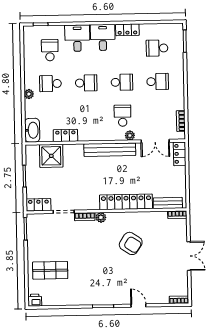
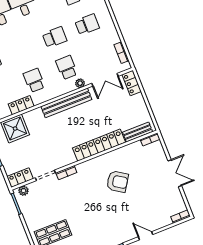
school desk: (86, 83) -> (34, 80), moved, turned -90
plant: (101, 217) -> (23, 191), moved

